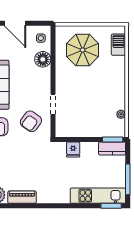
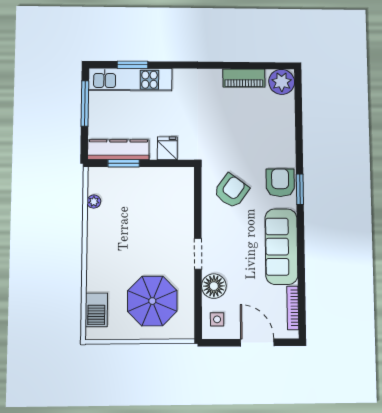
doorway: (53, 104) -> (198, 254), moved
window: (113, 139) -> (124, 163), moved
kitchen counter: (112, 148) -> (118, 150), width x1.50
window: (111, 206) -> (132, 65), moved

